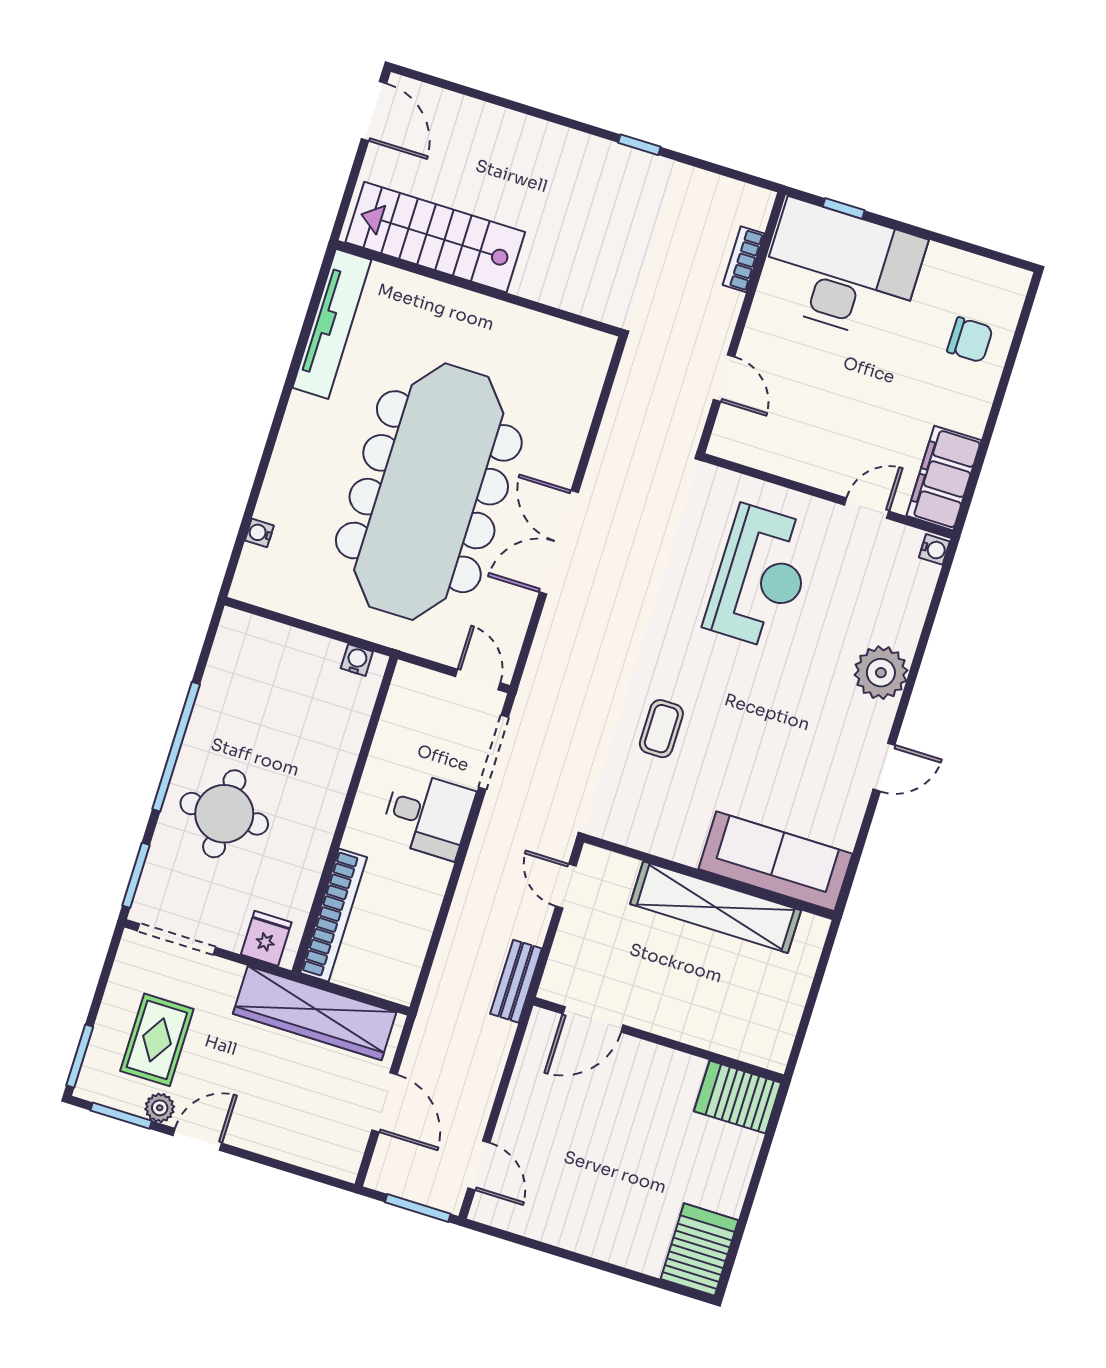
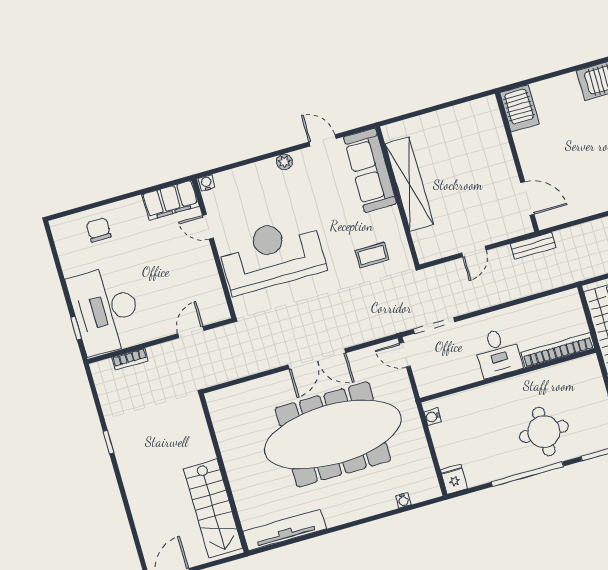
reception desk: (760, 577) -> (272, 255), width x1.36, depth x1.30
plant: (881, 673) -> (284, 162), width x0.53, depth x0.53
door: (478, 680) -> (405, 355), hinge flipped
desk: (428, 815) -> (498, 353), moved, turned 180
sofa: (775, 861) -> (370, 170), moved
wall: (709, 877) -> (397, 196), moved
shelving: (716, 907) -> (409, 184), moved
fridge: (266, 938) -> (454, 479), moved, turned 90

